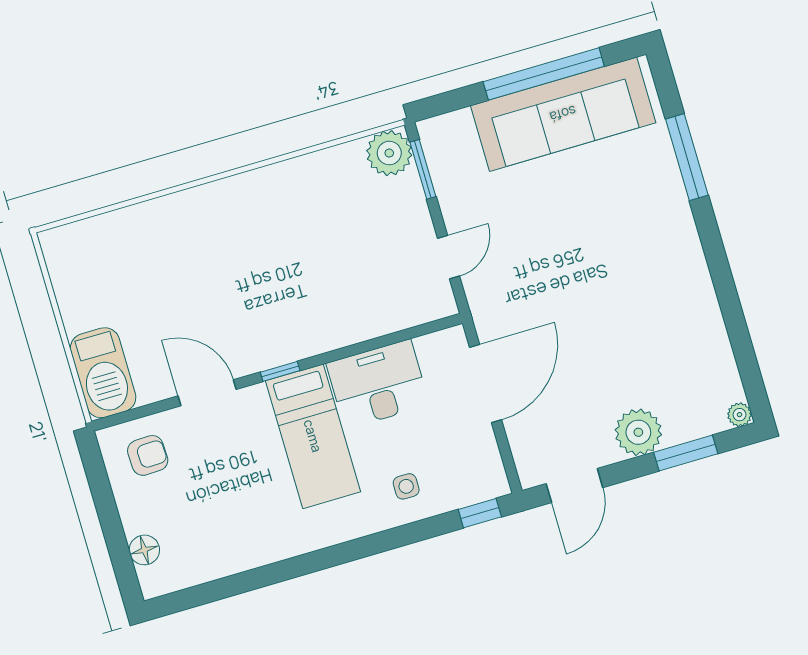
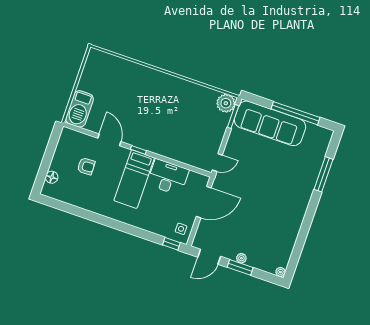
sofa: (563, 114) -> (270, 123), moved
door: (449, 257) -> (217, 163), moved
plant: (638, 432) -> (241, 258), width x0.53, depth x0.53
window: (686, 453) -> (240, 267), moved
armchair: (148, 455) -> (86, 166), moved
side table: (406, 486) -> (181, 229), moved

